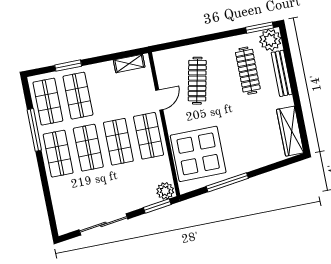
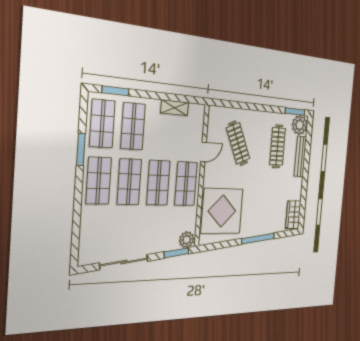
shelving: (129, 63) -> (175, 108), moved
window: (68, 66) -> (115, 91), moved
clothes rail: (197, 81) -> (238, 143), turned -36
window: (34, 130) -> (81, 149), width x0.69
wardrobe: (290, 131) -> (293, 215), width x0.67
window: (227, 182) -> (258, 239), moved

